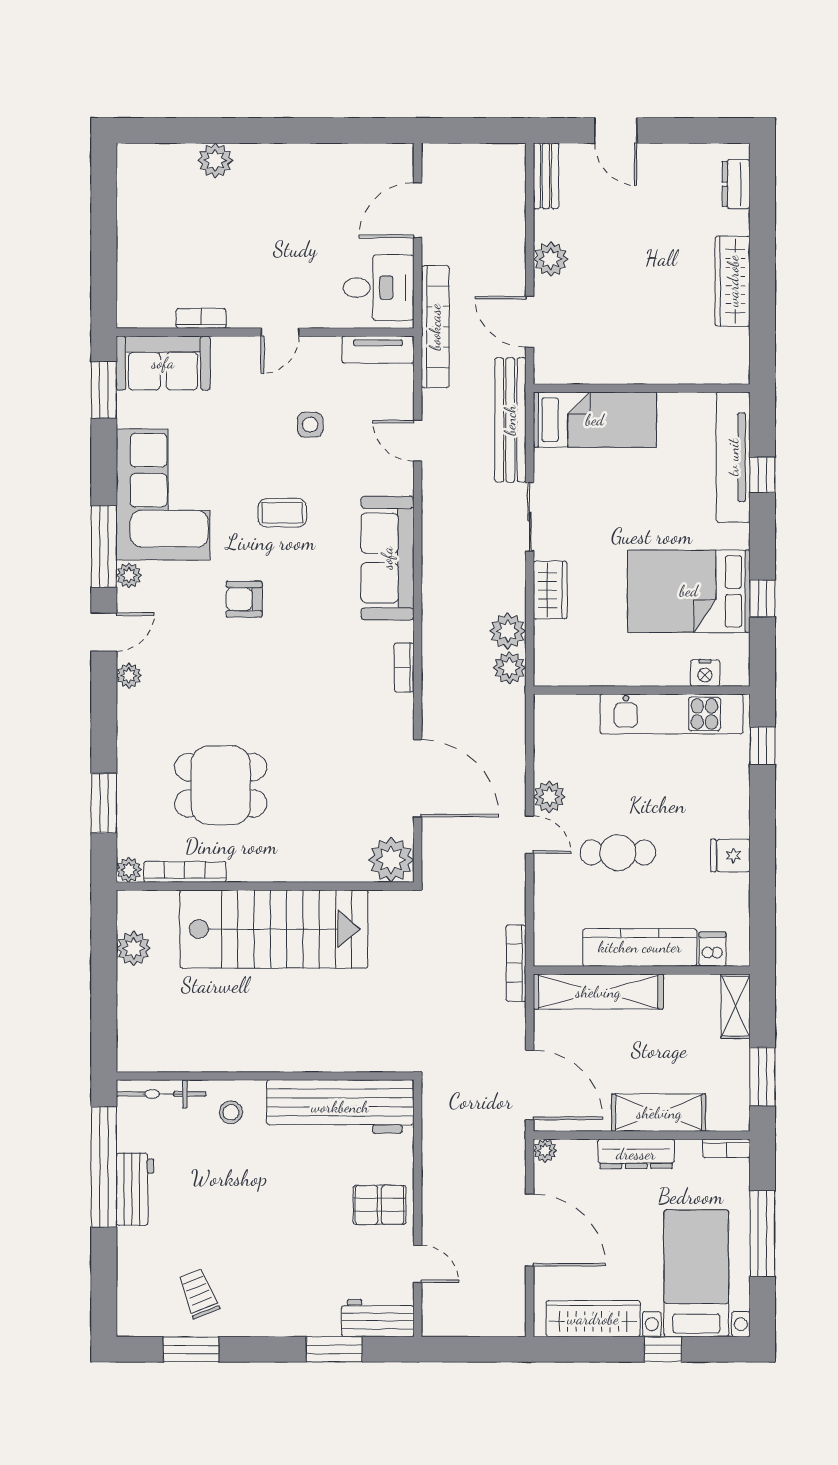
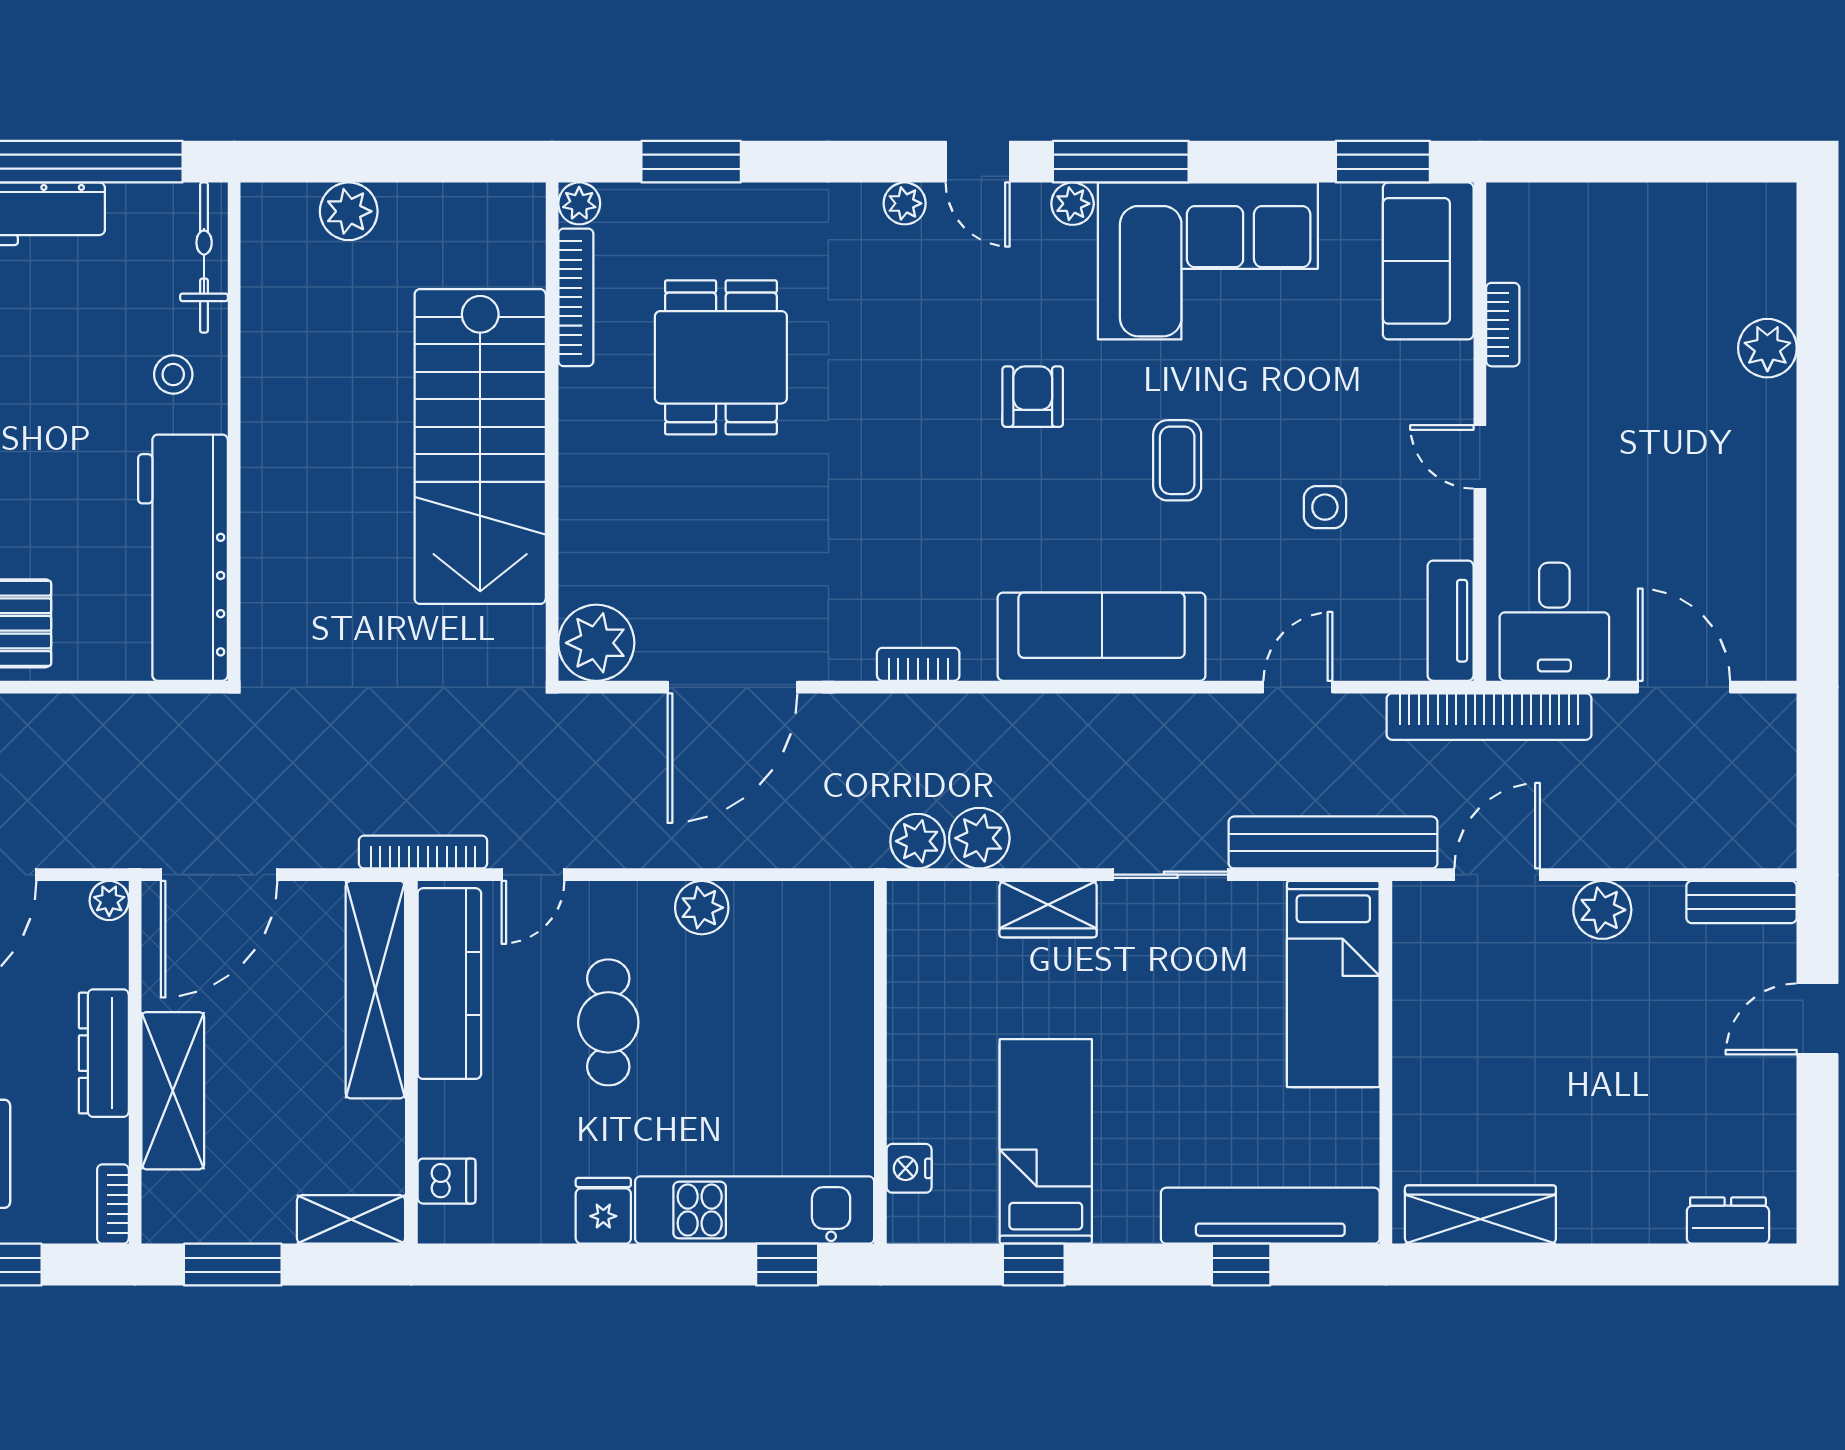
wardrobe: (733, 281) -> (1480, 1215), moved
bed: (689, 591) -> (1046, 1141), width x0.67
kitchen unit: (672, 714) -> (755, 1210), moved, turned 90
door: (530, 835) -> (533, 875), moved
kitchen counter: (640, 947) -> (449, 984), moved
plant: (133, 948) -> (349, 211), moved

